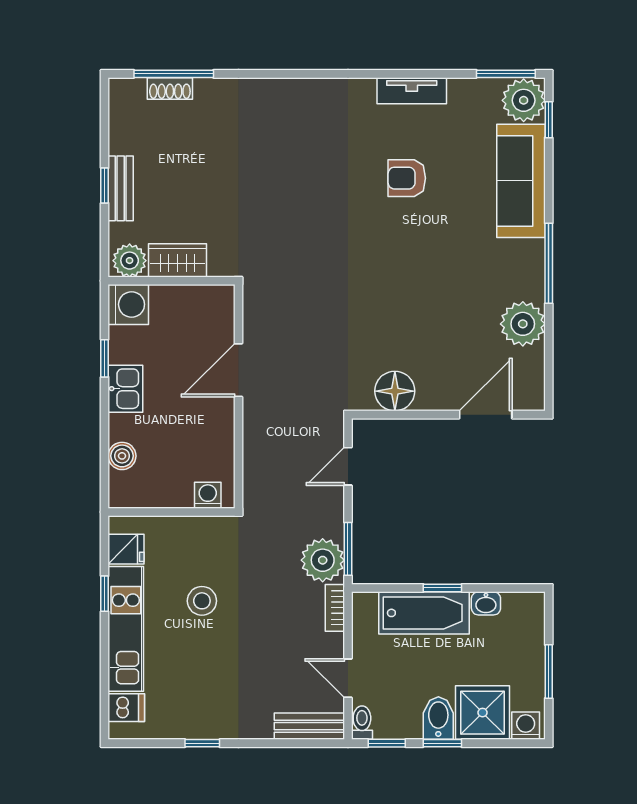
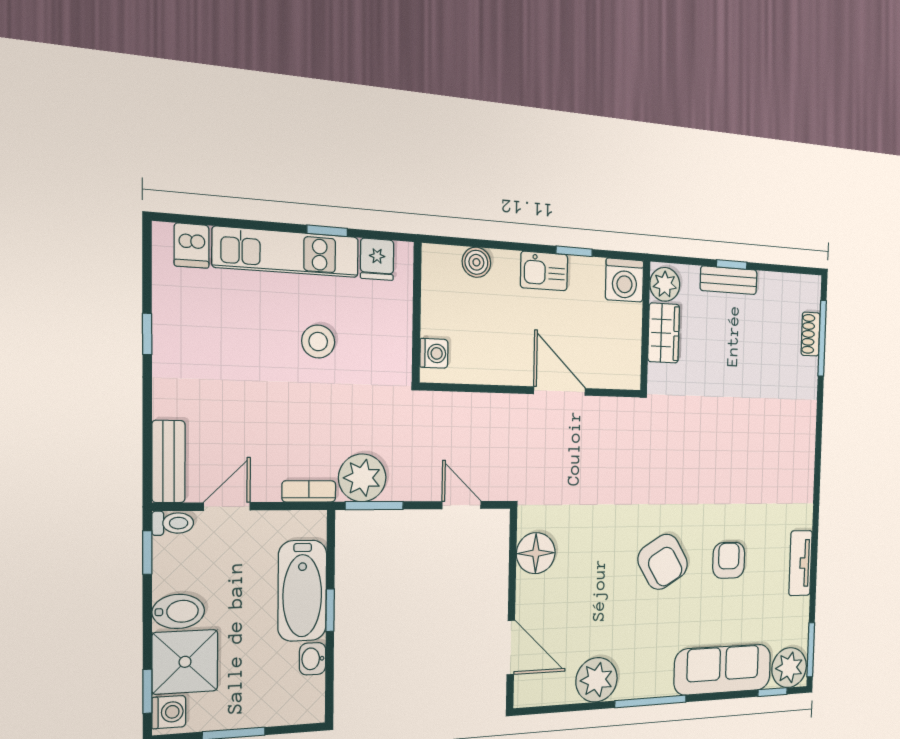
armchair: (406, 254) -> (663, 562), added
window: (442, 743) -> (147, 691), moved

